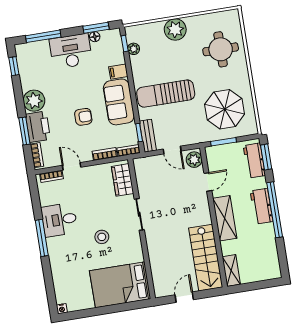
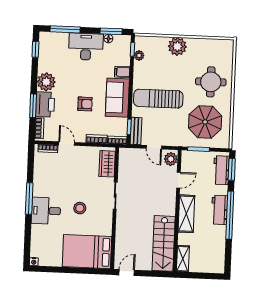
round table: (221, 49) -> (211, 82), moved
desk: (59, 220) -> (46, 211), moved
door: (184, 297) -> (127, 273), moved

